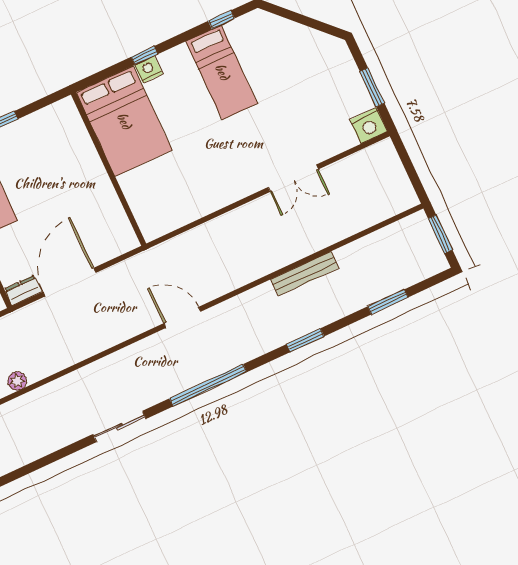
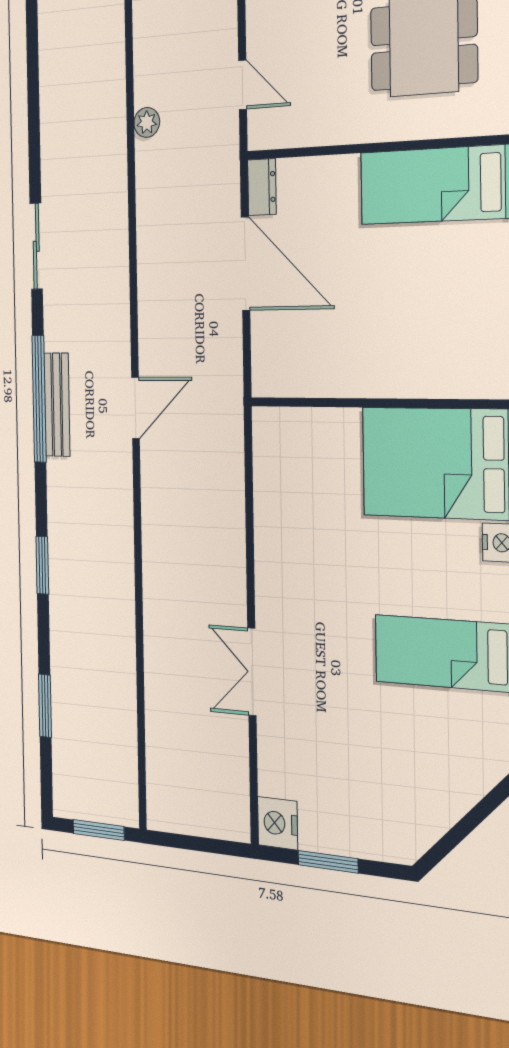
bench: (305, 274) -> (57, 405), moved

